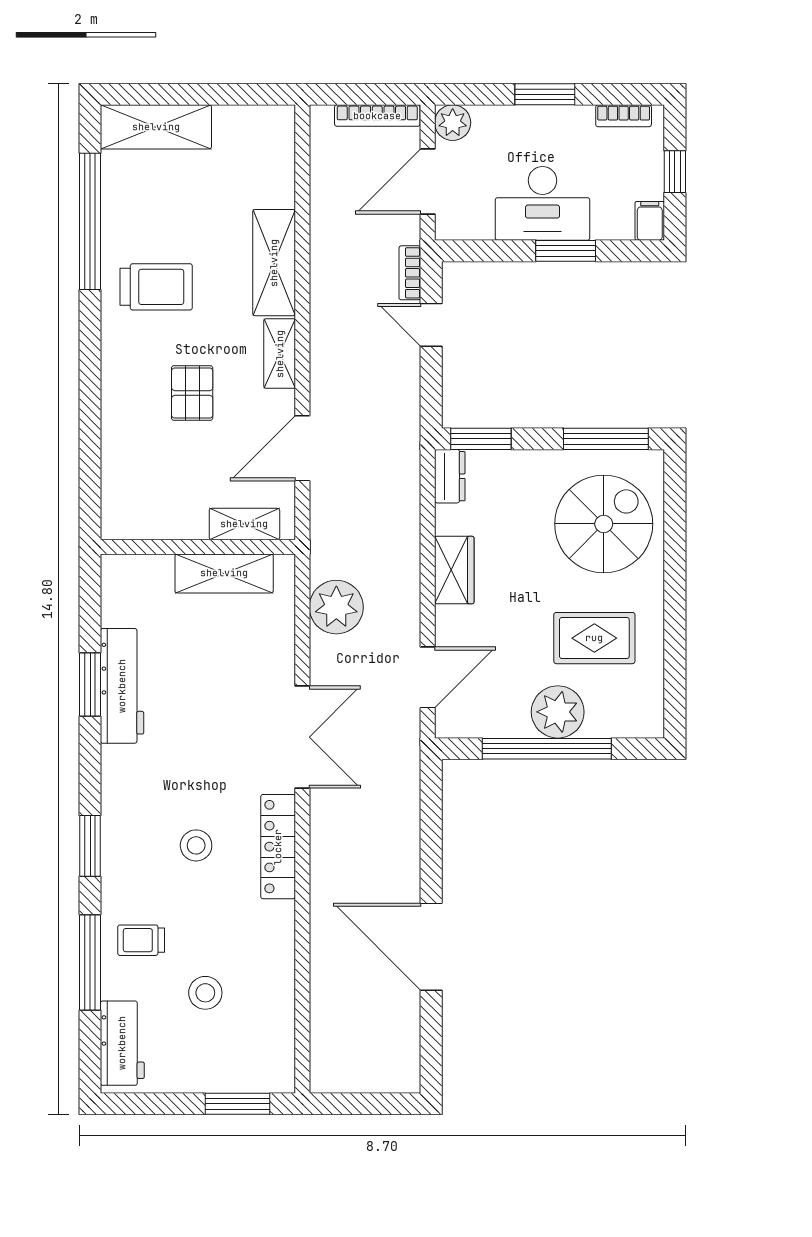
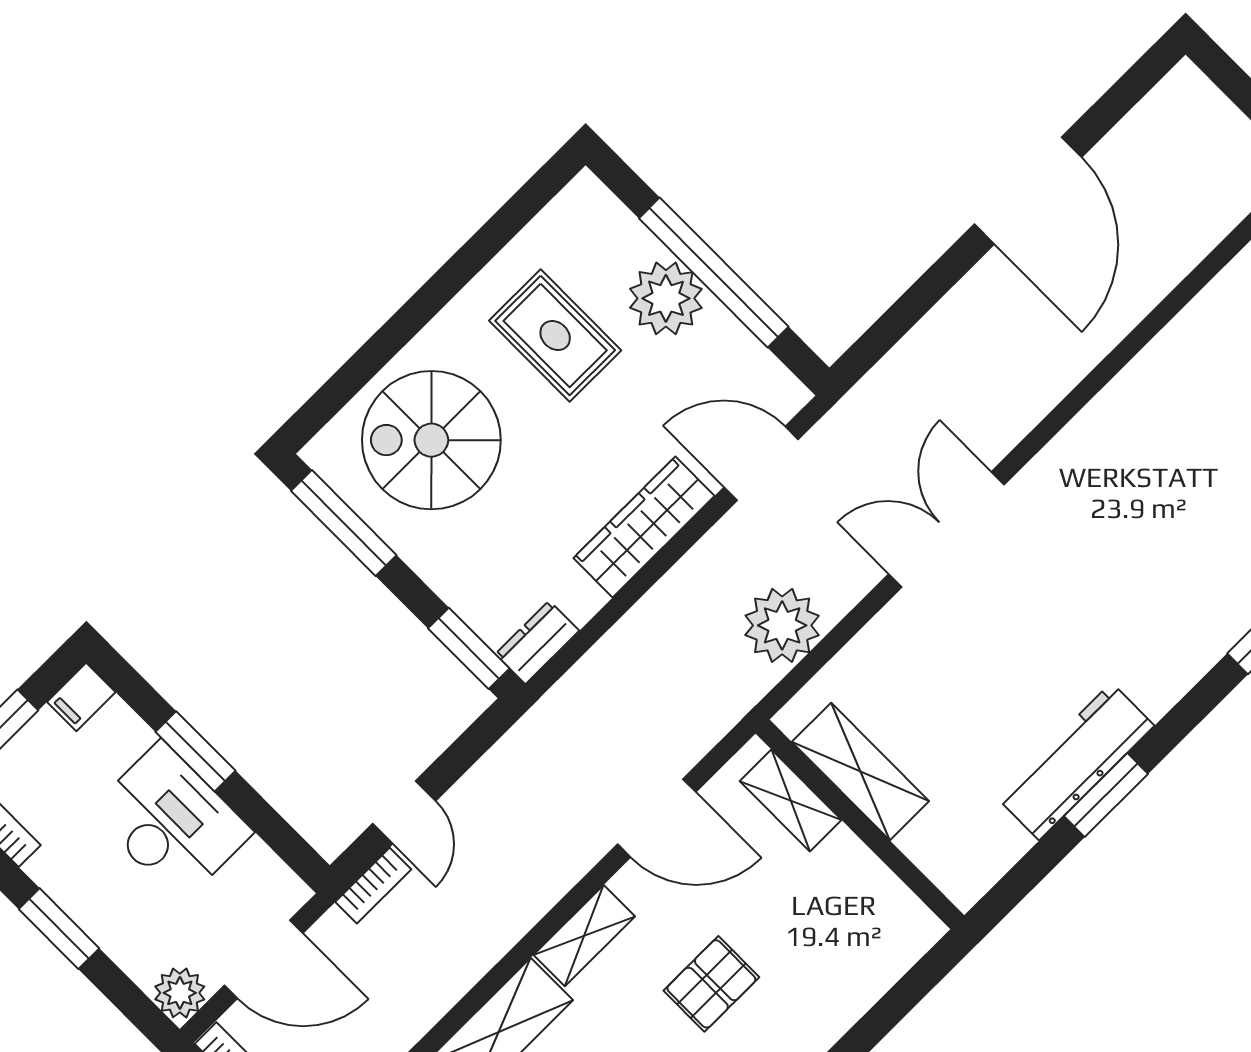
wardrobe: (454, 570) -> (644, 527), width x1.50
stool: (196, 845) -> (1161, 528), removed
locker: (278, 847) -> (1081, 444), removed

